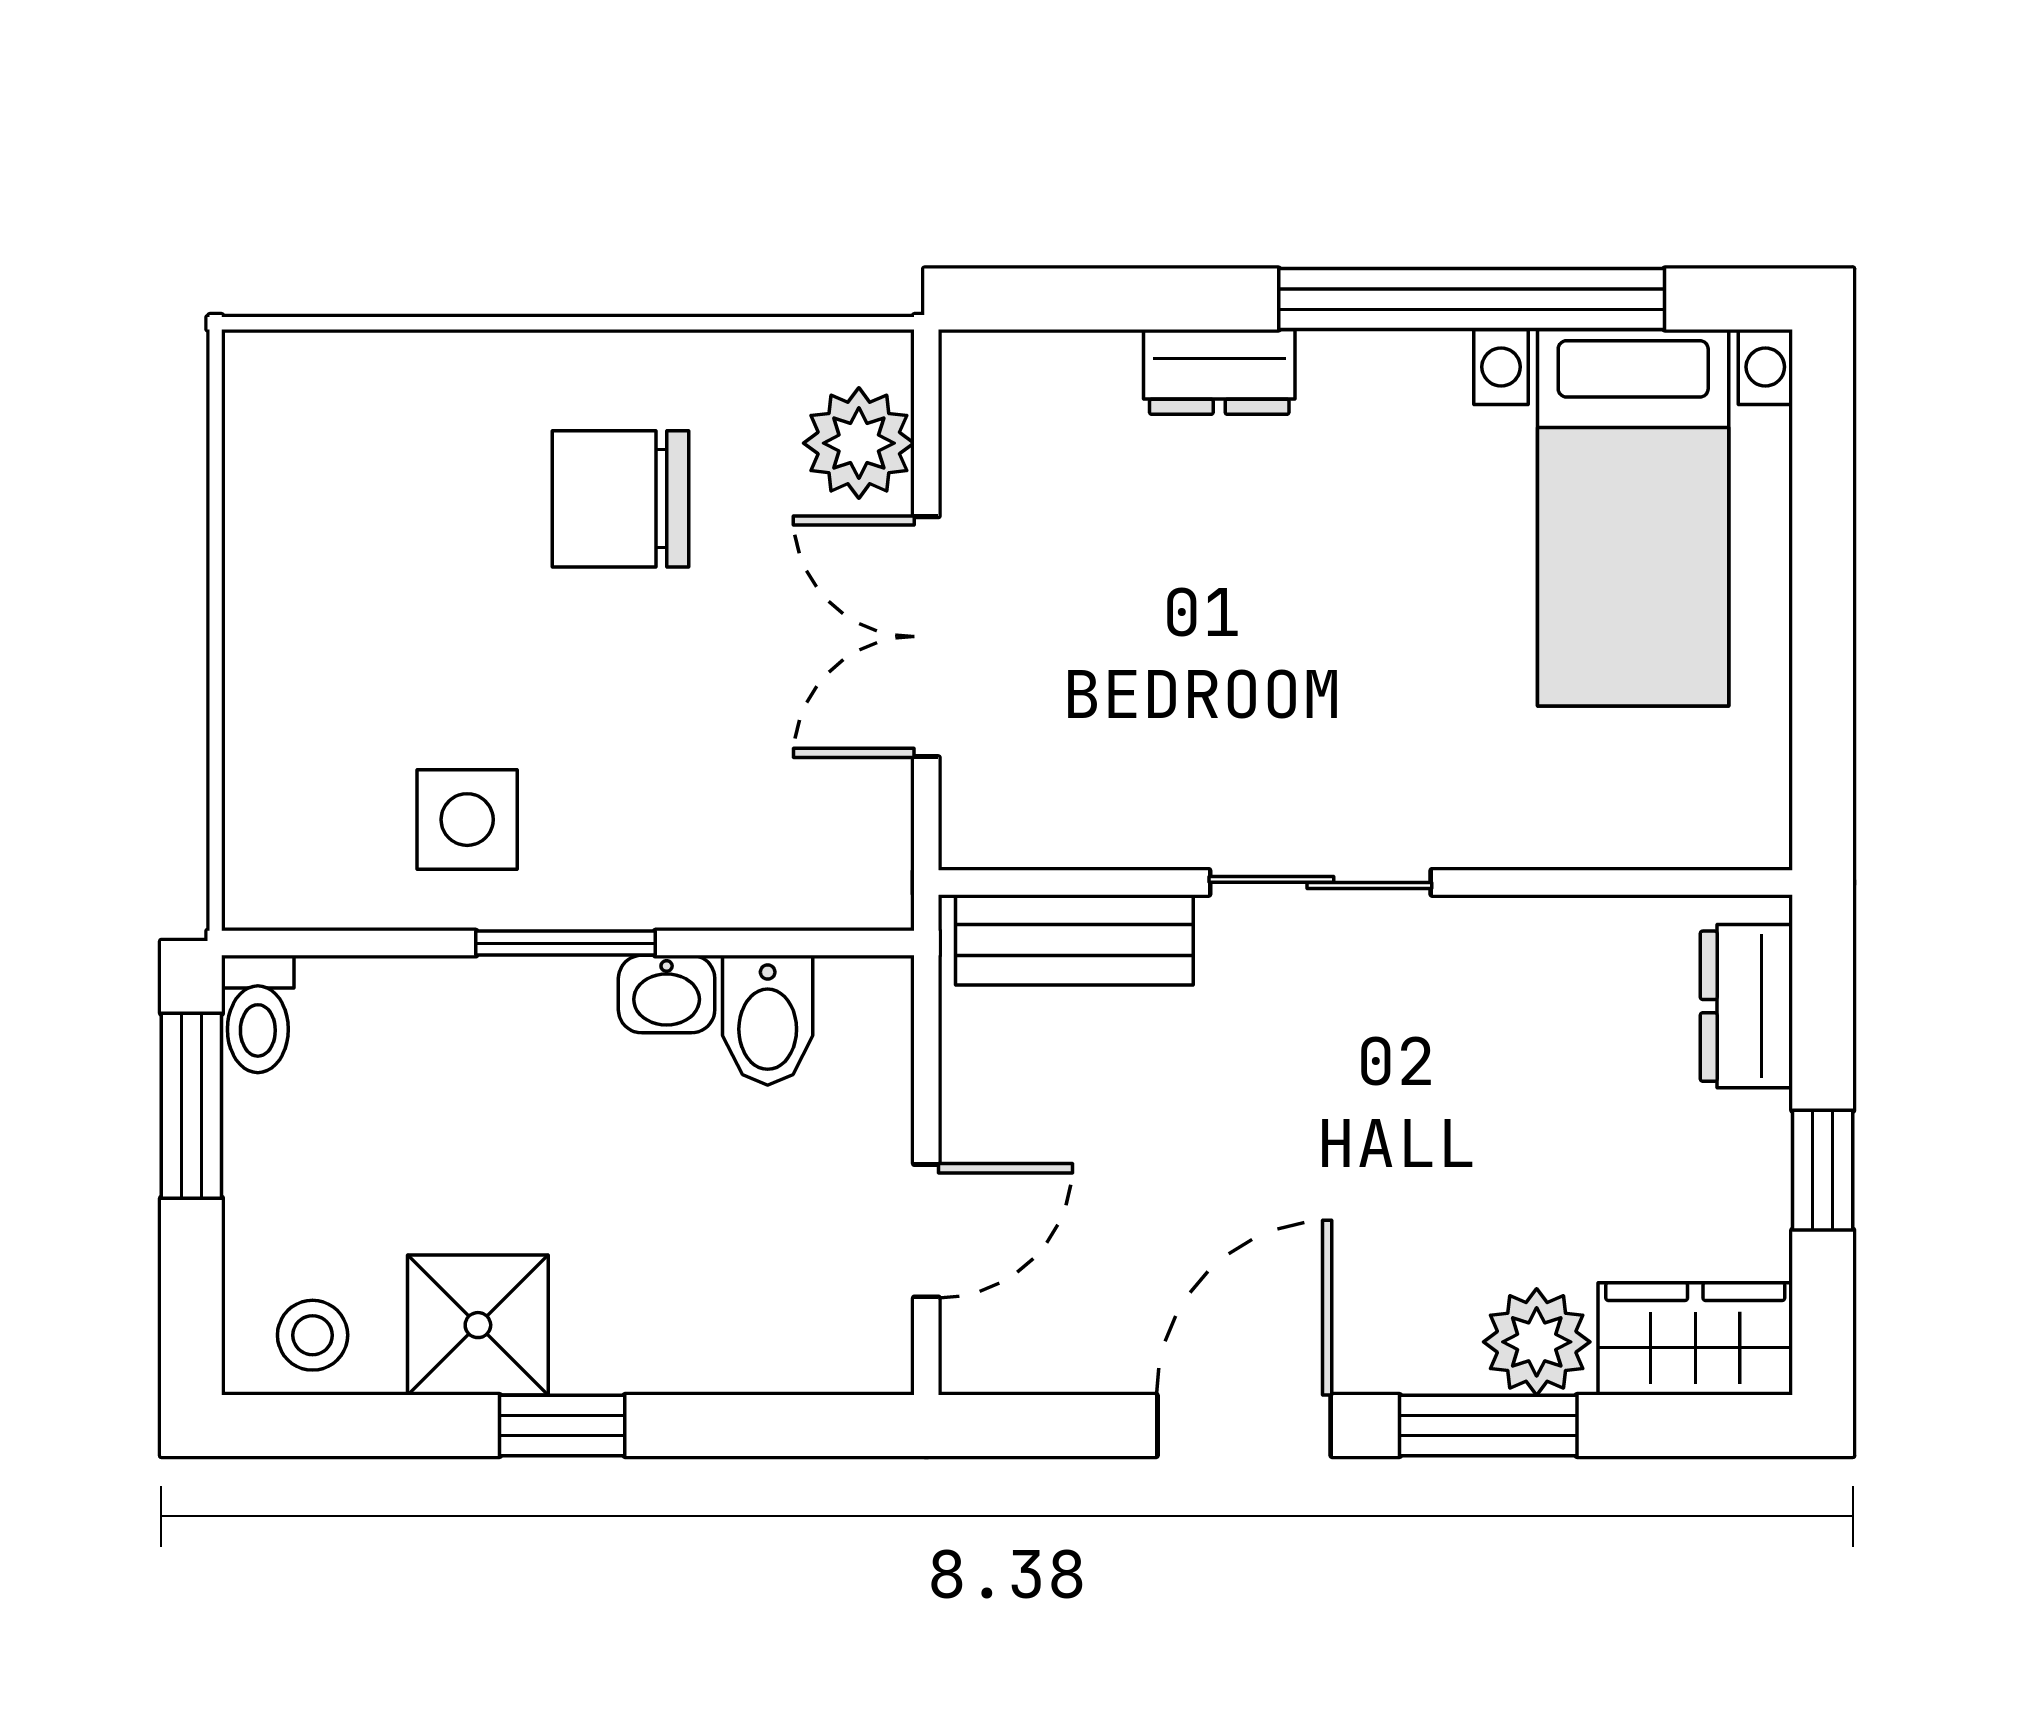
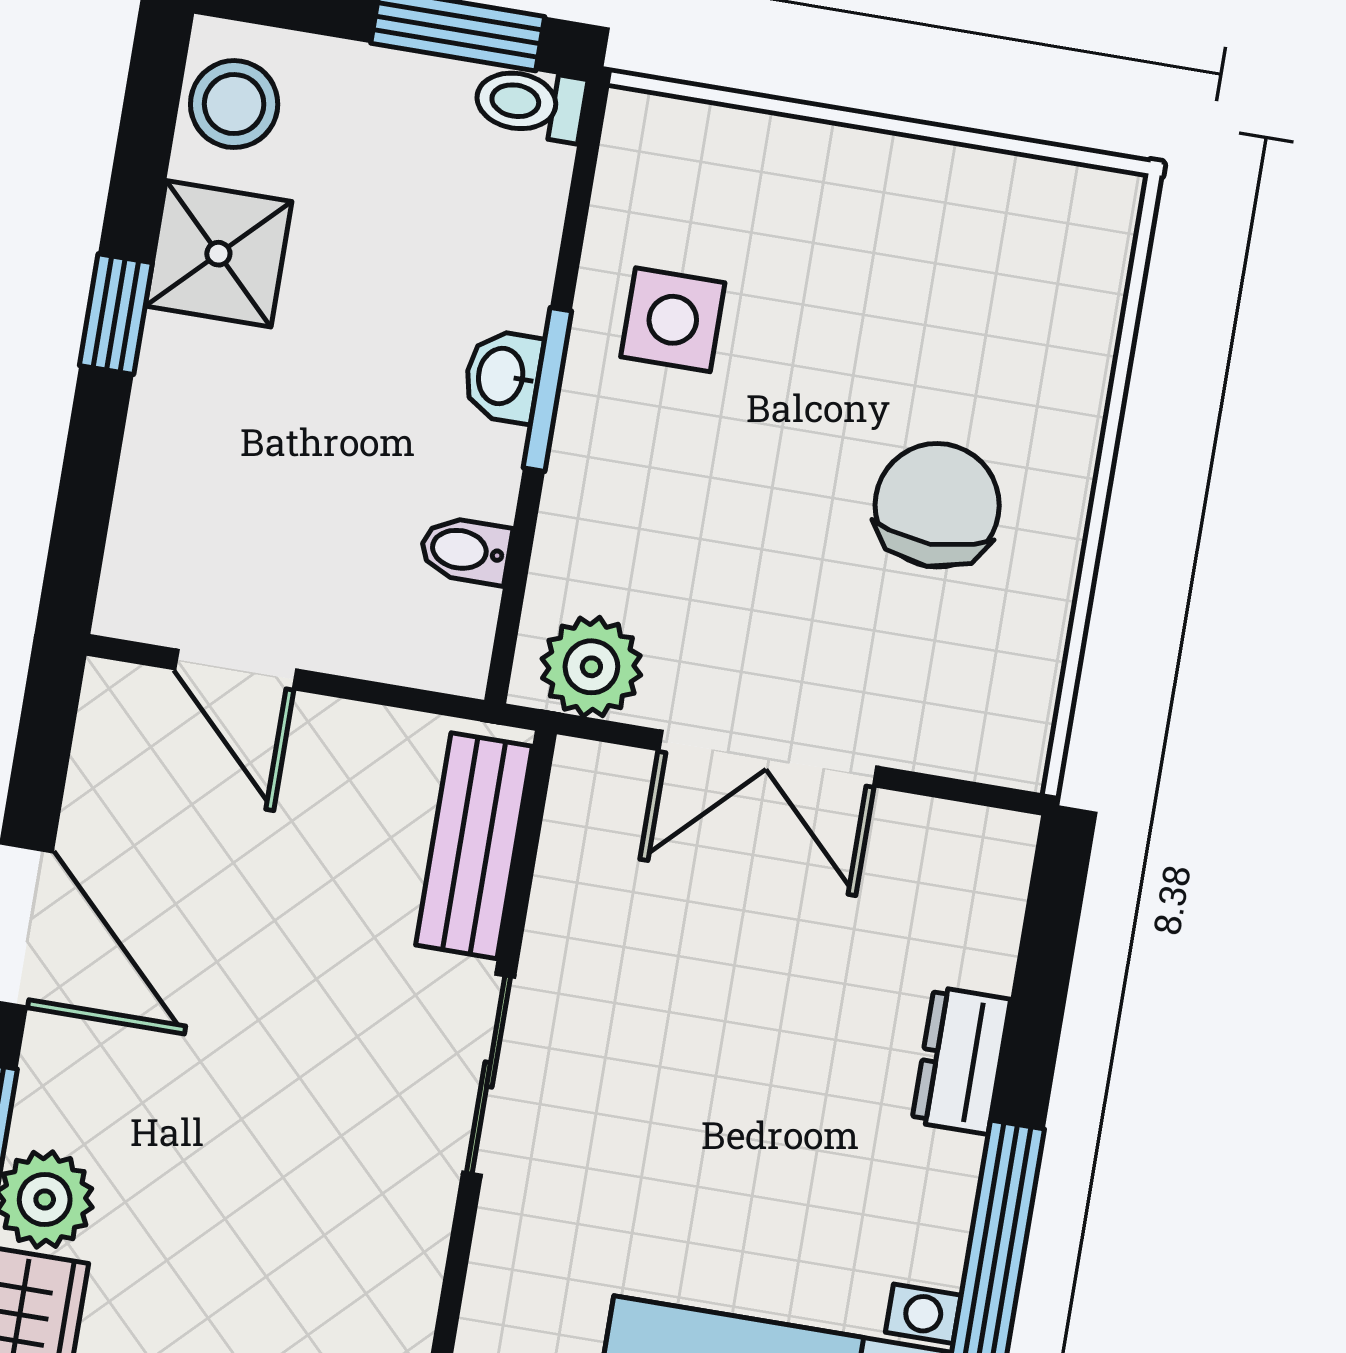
plant: (859, 443) -> (591, 667), moved
double door: (926, 637) -> (768, 758), swing flipped
washbasin: (667, 994) -> (503, 376), moved
bidet: (768, 1020) -> (465, 550), width x0.72, depth x0.74
stool: (313, 1335) -> (234, 104), width x1.37, depth x1.37

